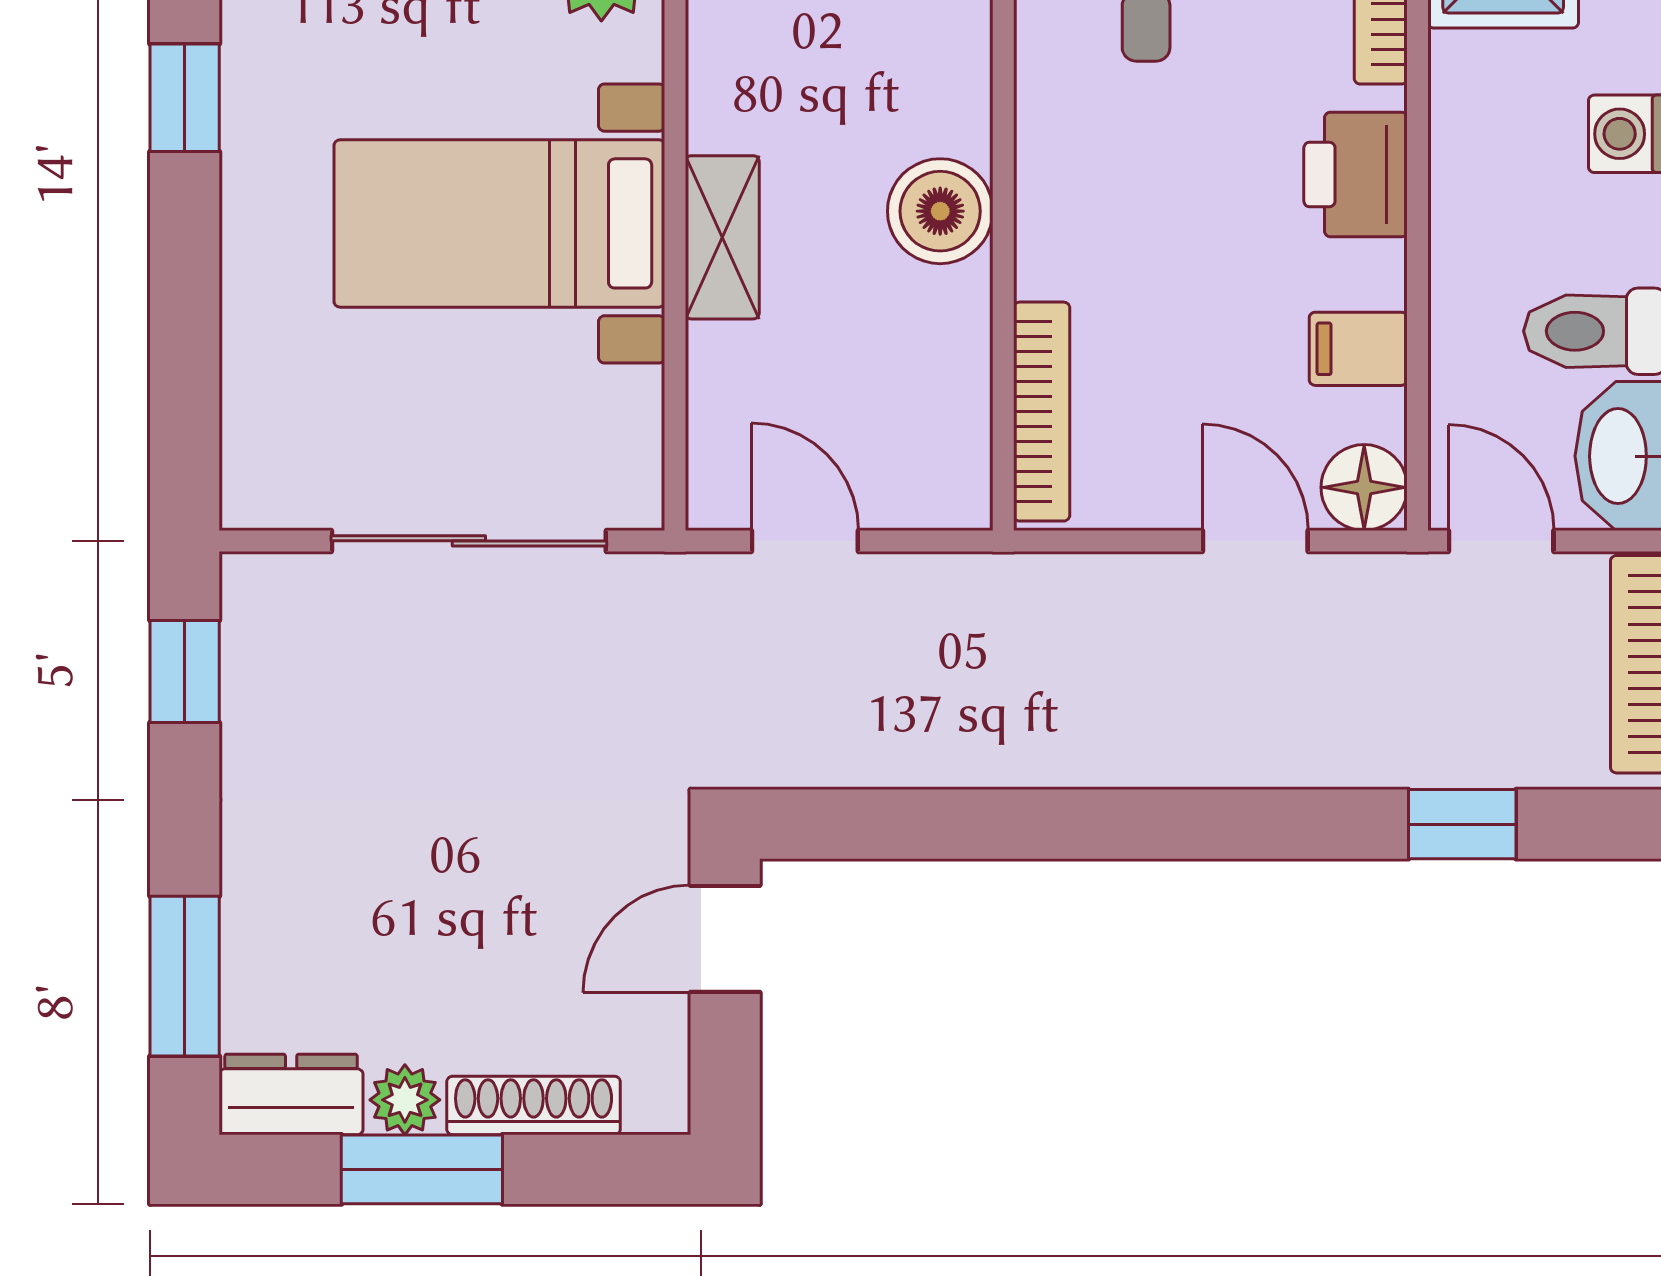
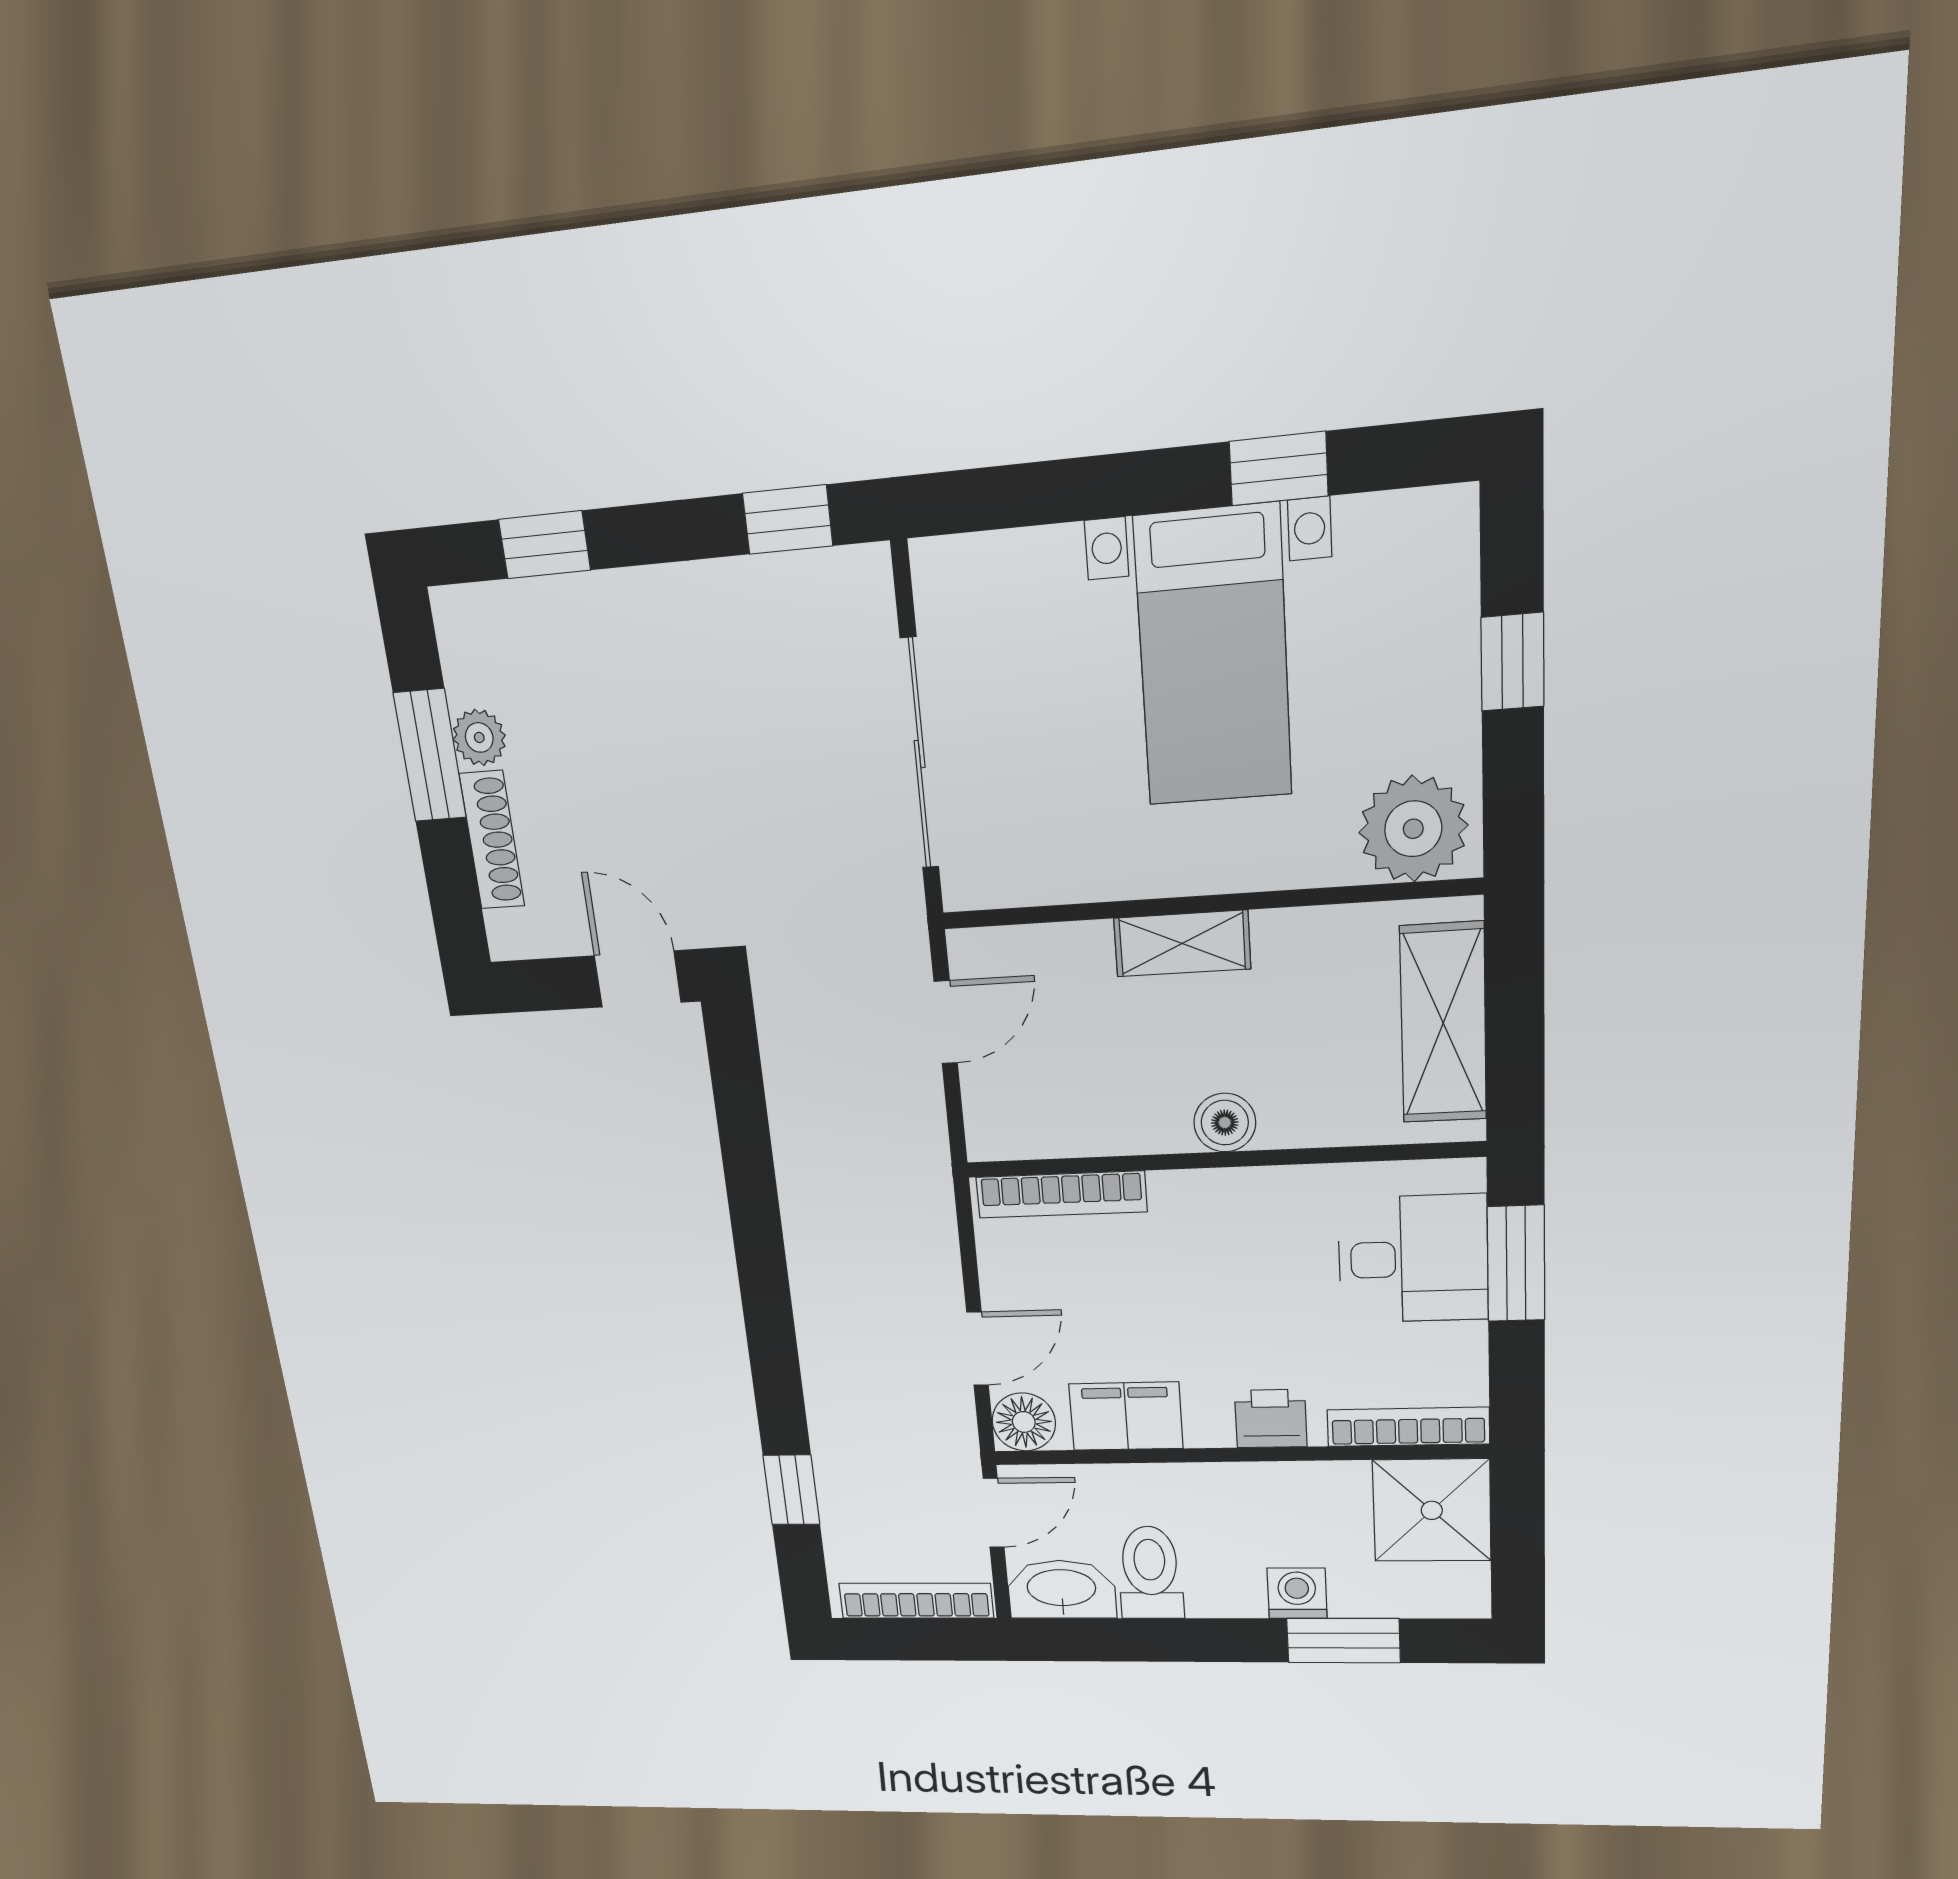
printer: (1356, 174) -> (1271, 1419), width x0.73, depth x0.81
boiler: (940, 211) -> (1225, 1123), width x0.73, depth x0.73
bed with nightstands: (499, 223) -> (1213, 657), moved, turned 180
filing cabinet: (1358, 349) -> (1126, 1416), width x2.00
window: (185, 976) -> (545, 545), width x0.67
dresser: (291, 1094) -> (468, 644), removed

